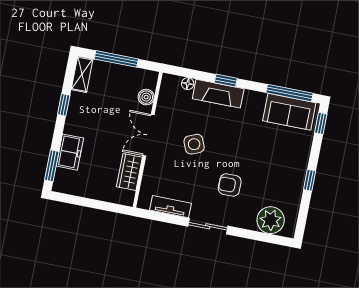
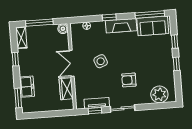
fireplace: (218, 94) -> (121, 26), moved
boiler: (146, 97) -> (63, 29), moved
window: (321, 123) -> (175, 42), moved
window: (165, 218) -> (95, 111), added

